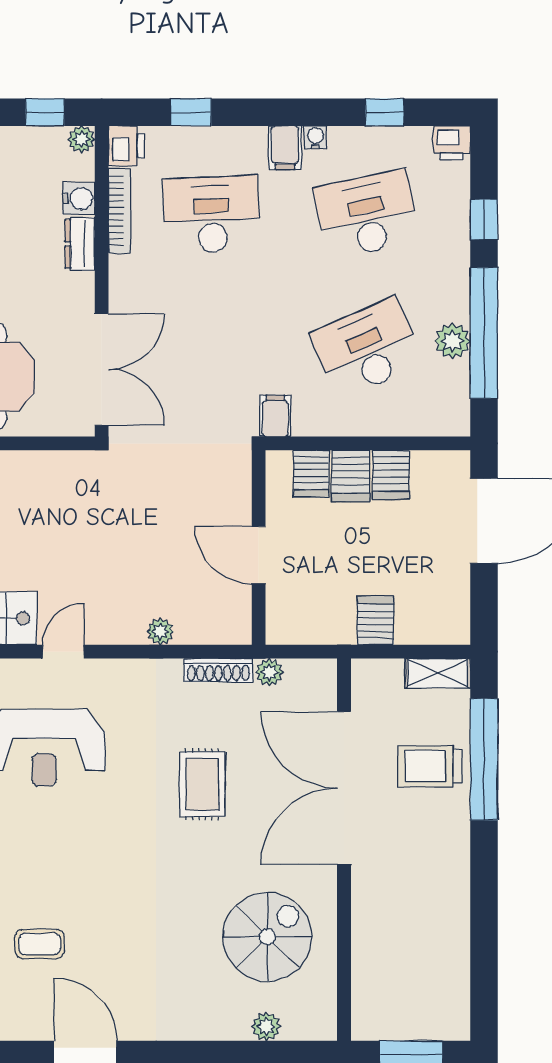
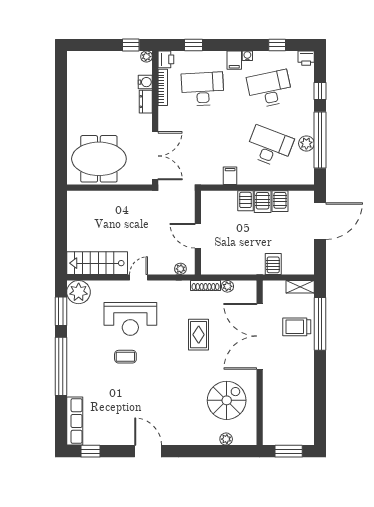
desk: (367, 348) -> (270, 147), turned 45
wall: (259, 548) -> (198, 233), moved
door: (259, 555) -> (198, 236), moved
coffee table: (40, 944) -> (125, 357), moved

